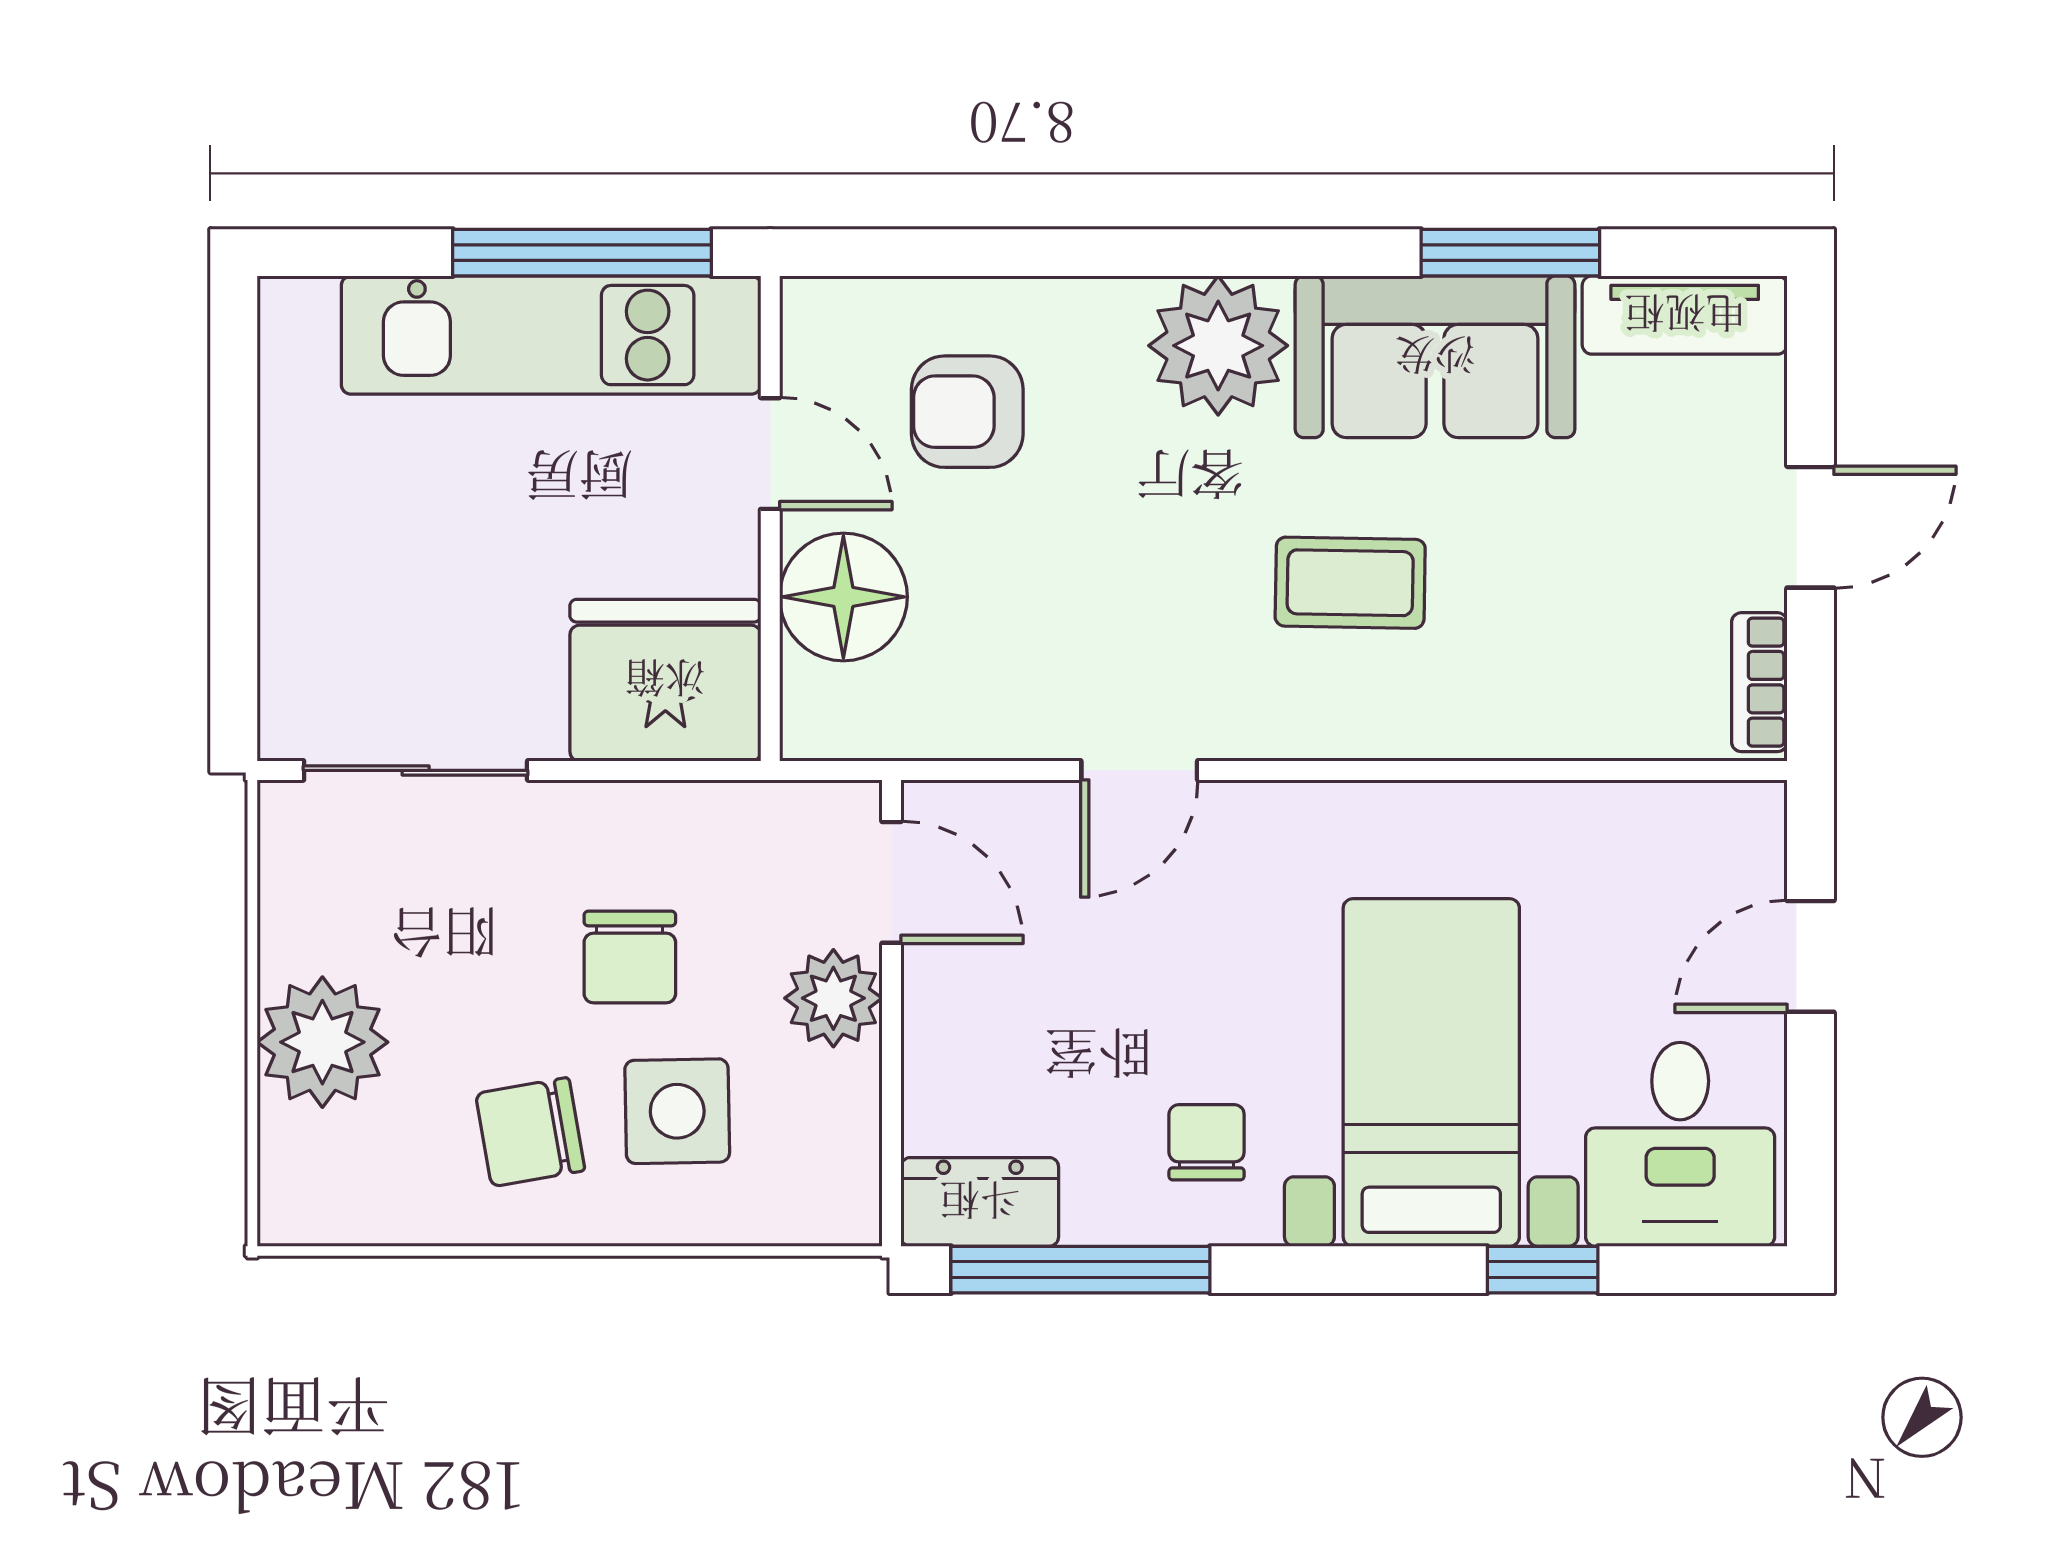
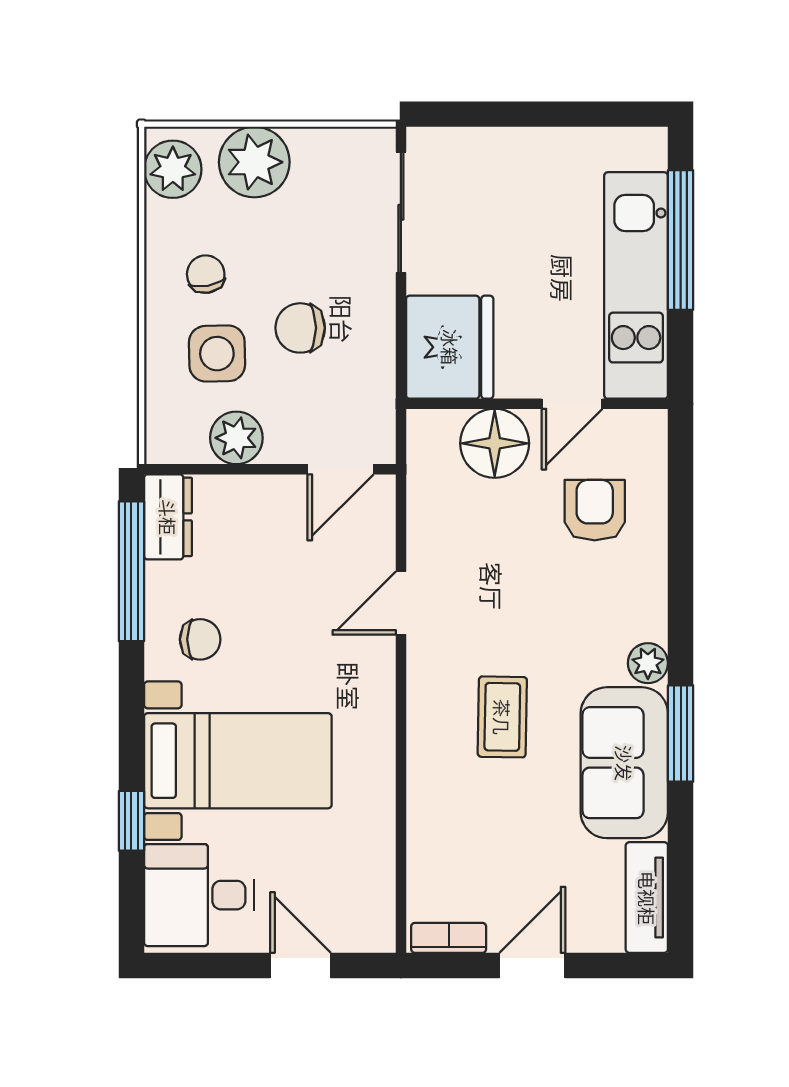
window: (582, 253) -> (681, 240), moved
window: (1510, 253) -> (681, 733), moved
plant: (1218, 346) -> (648, 663), width x0.53, depth x0.53
door: (1810, 527) -> (532, 965), swing flipped
door: (1139, 770) -> (401, 603), hinge flipped
plant: (833, 998) -> (236, 438), moved
chair: (530, 1132) -> (206, 274), width x0.73, depth x0.73
plant: (336, 1193) -> (173, 169), added

